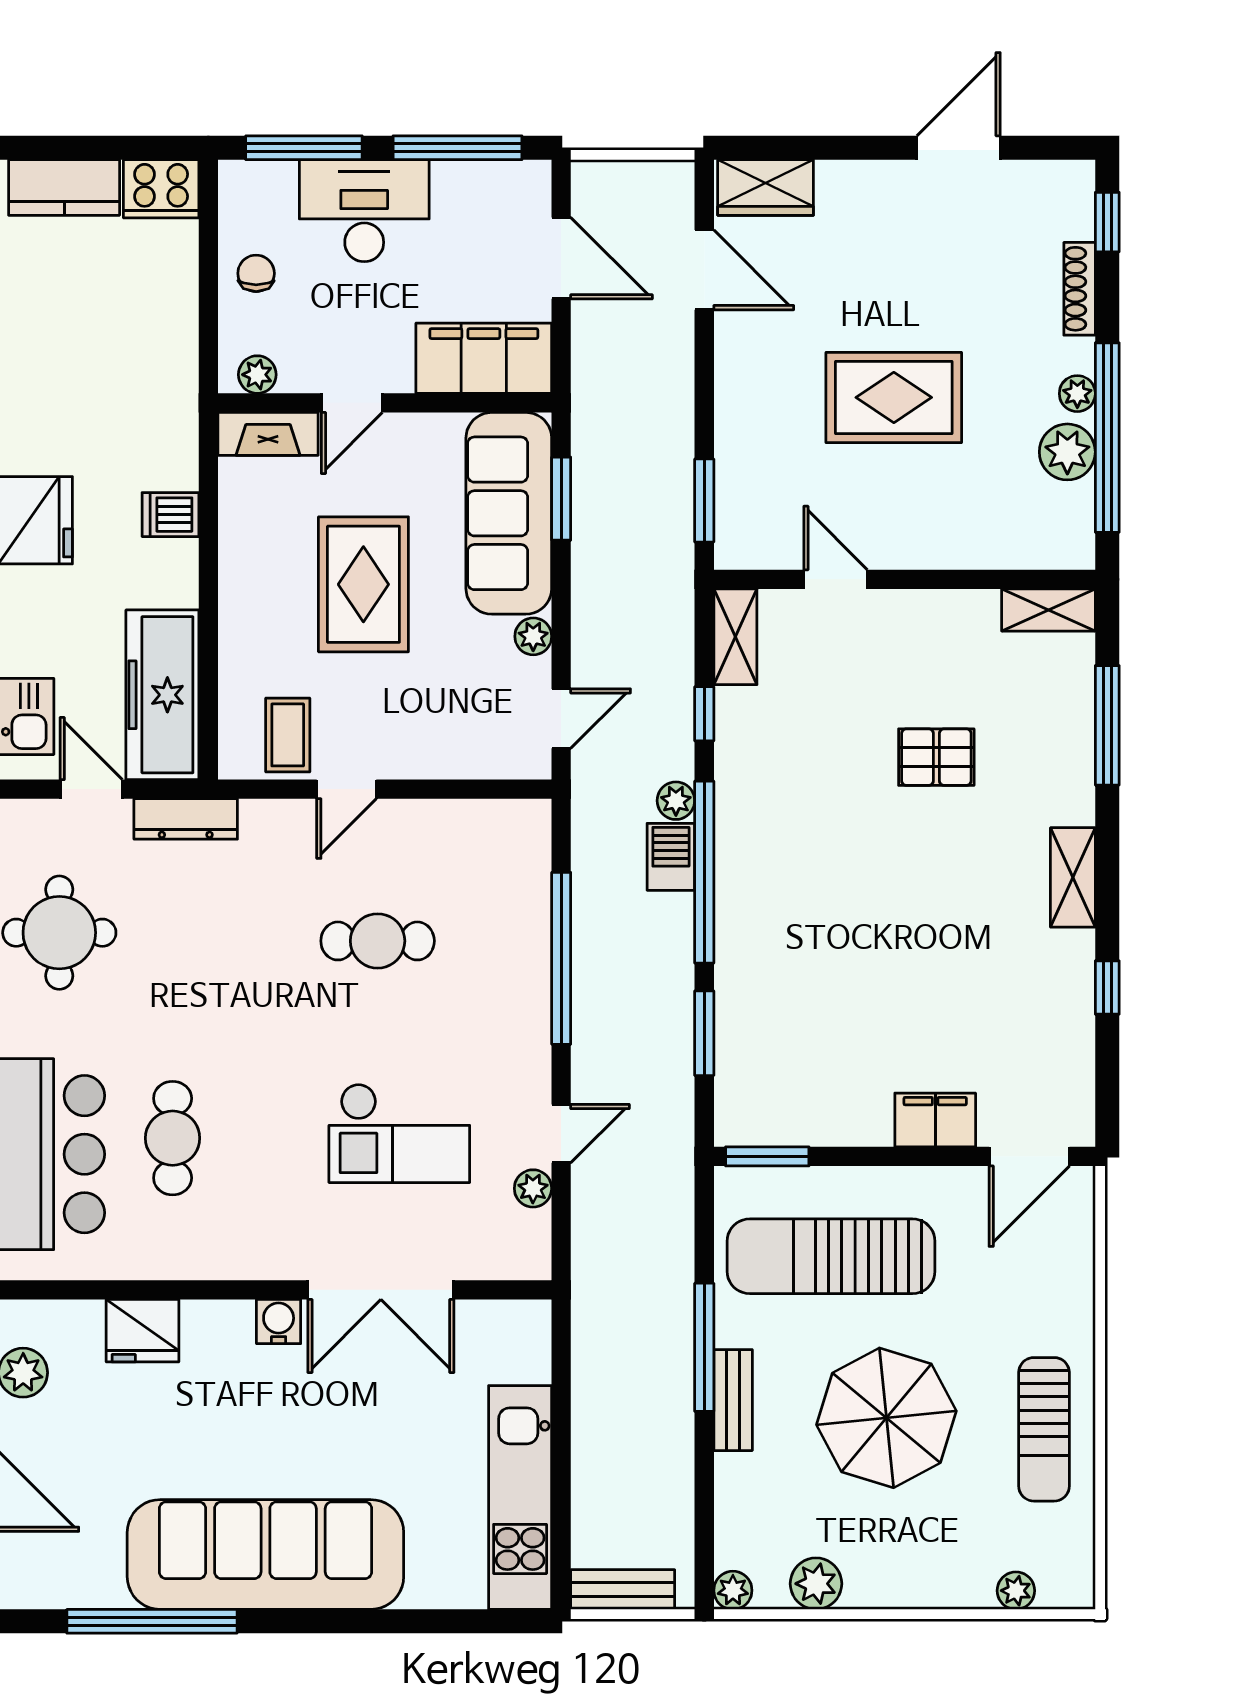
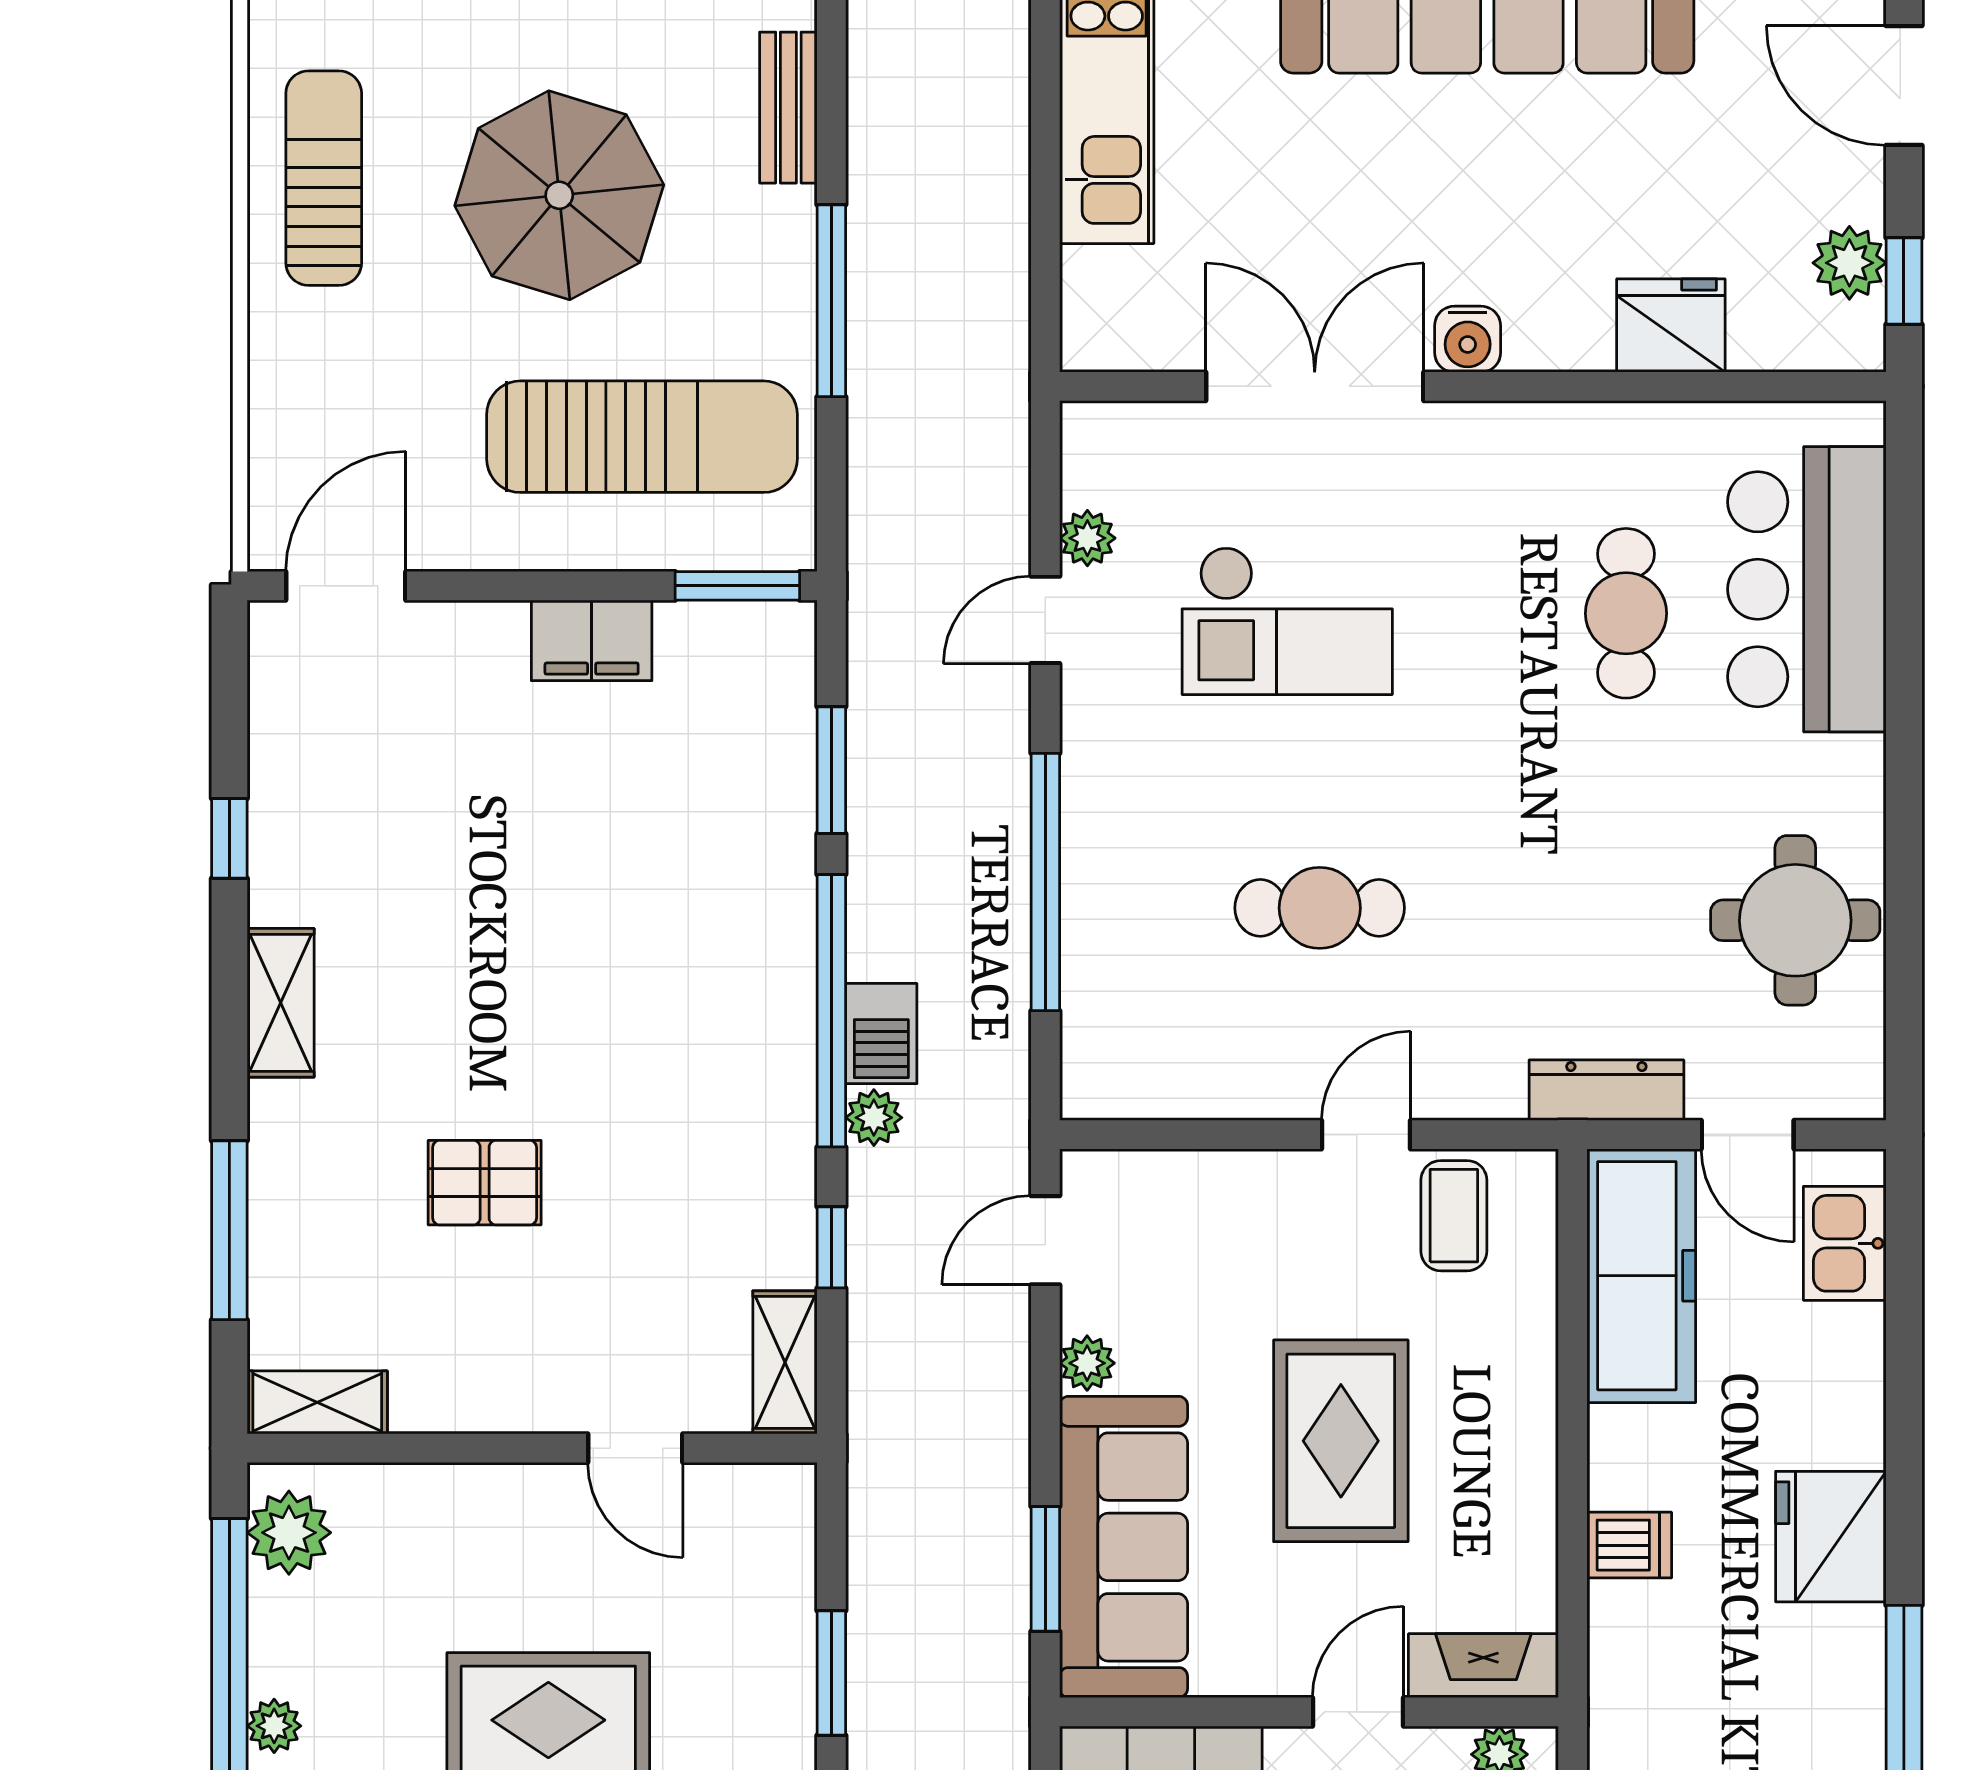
plant: (1067, 452) -> (289, 1533), moved
window: (704, 501) -> (831, 1673), moved
filing cabinet: (935, 1120) -> (592, 640), moved
checkout: (399, 1133) -> (1287, 621), turned 180
bench: (733, 1400) -> (788, 108), moved

